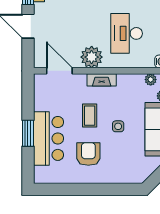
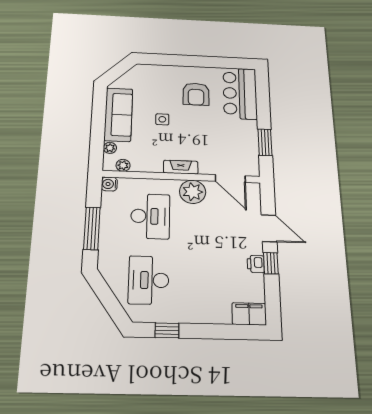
coffee table: (90, 116) -> (195, 131), removed
window: (28, 133) -> (265, 142), moved
bar counter: (49, 138) -> (240, 93), moved

